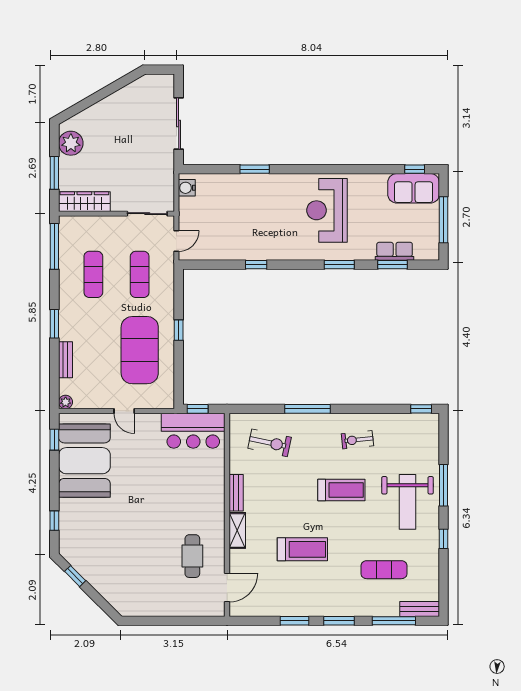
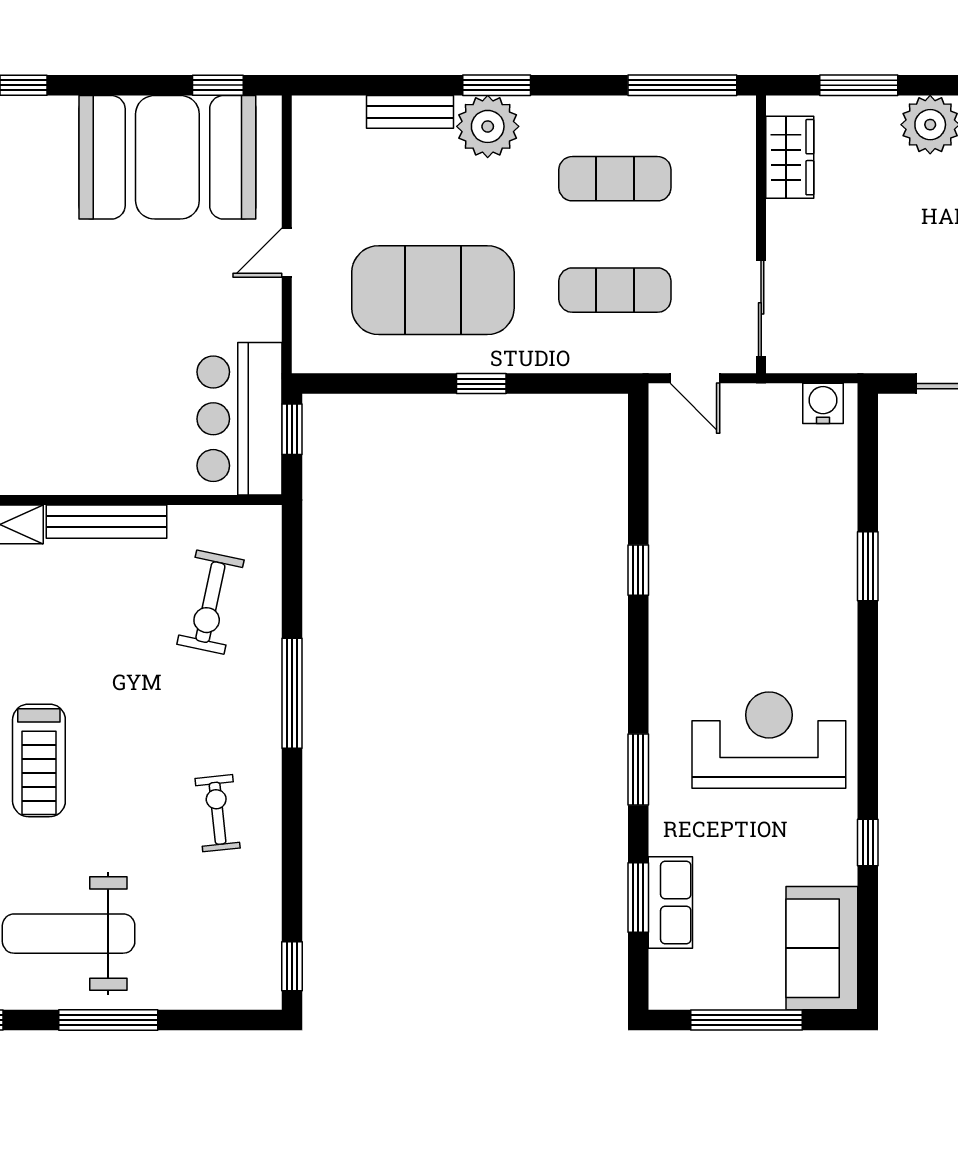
window: (415, 169) -> (868, 843), moved
wardrobe: (84, 202) -> (790, 157), width x0.67
plant: (66, 402) -> (488, 126), moved, width x1.87, depth x1.87
treadmill: (341, 490) -> (39, 760), moved
bench: (236, 493) -> (107, 522), width x1.36

